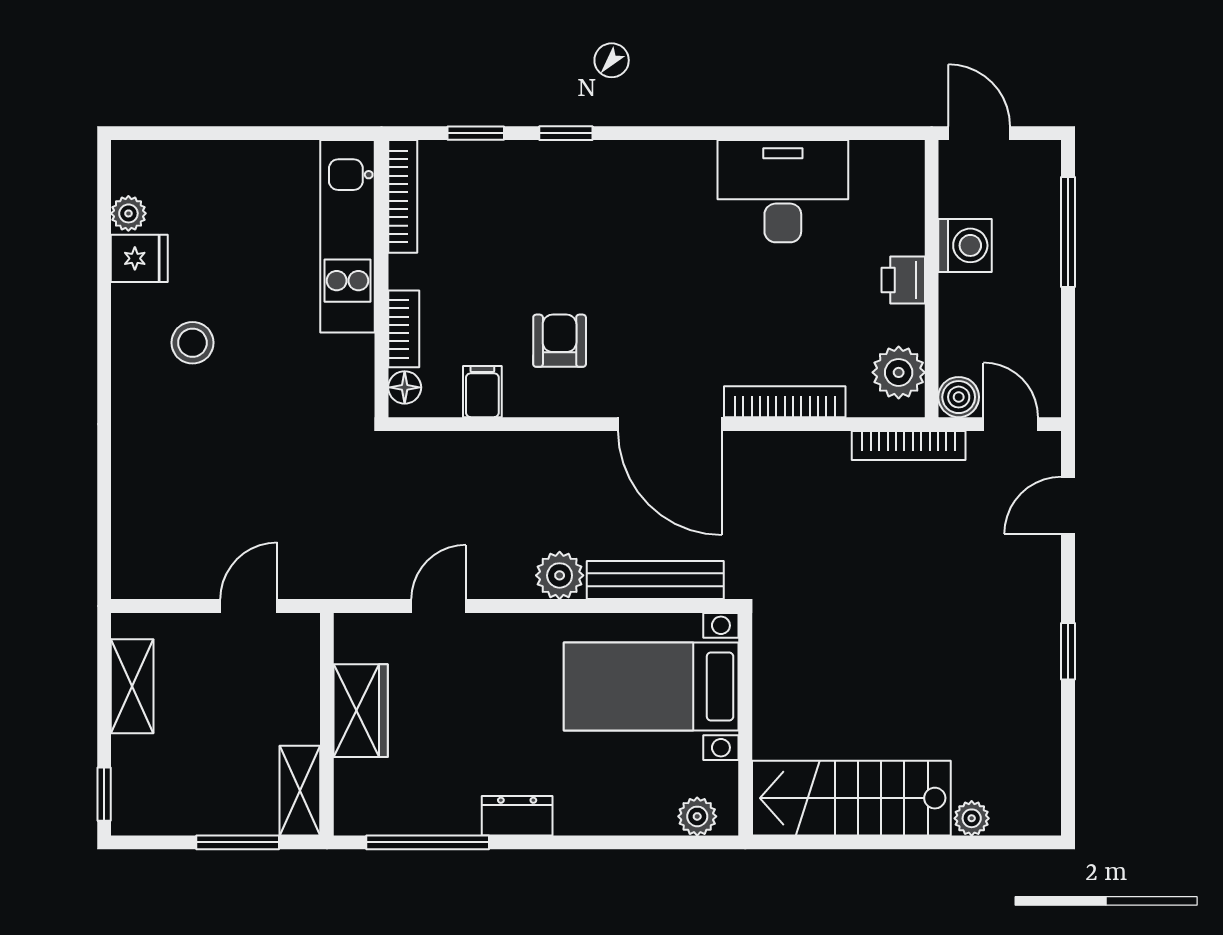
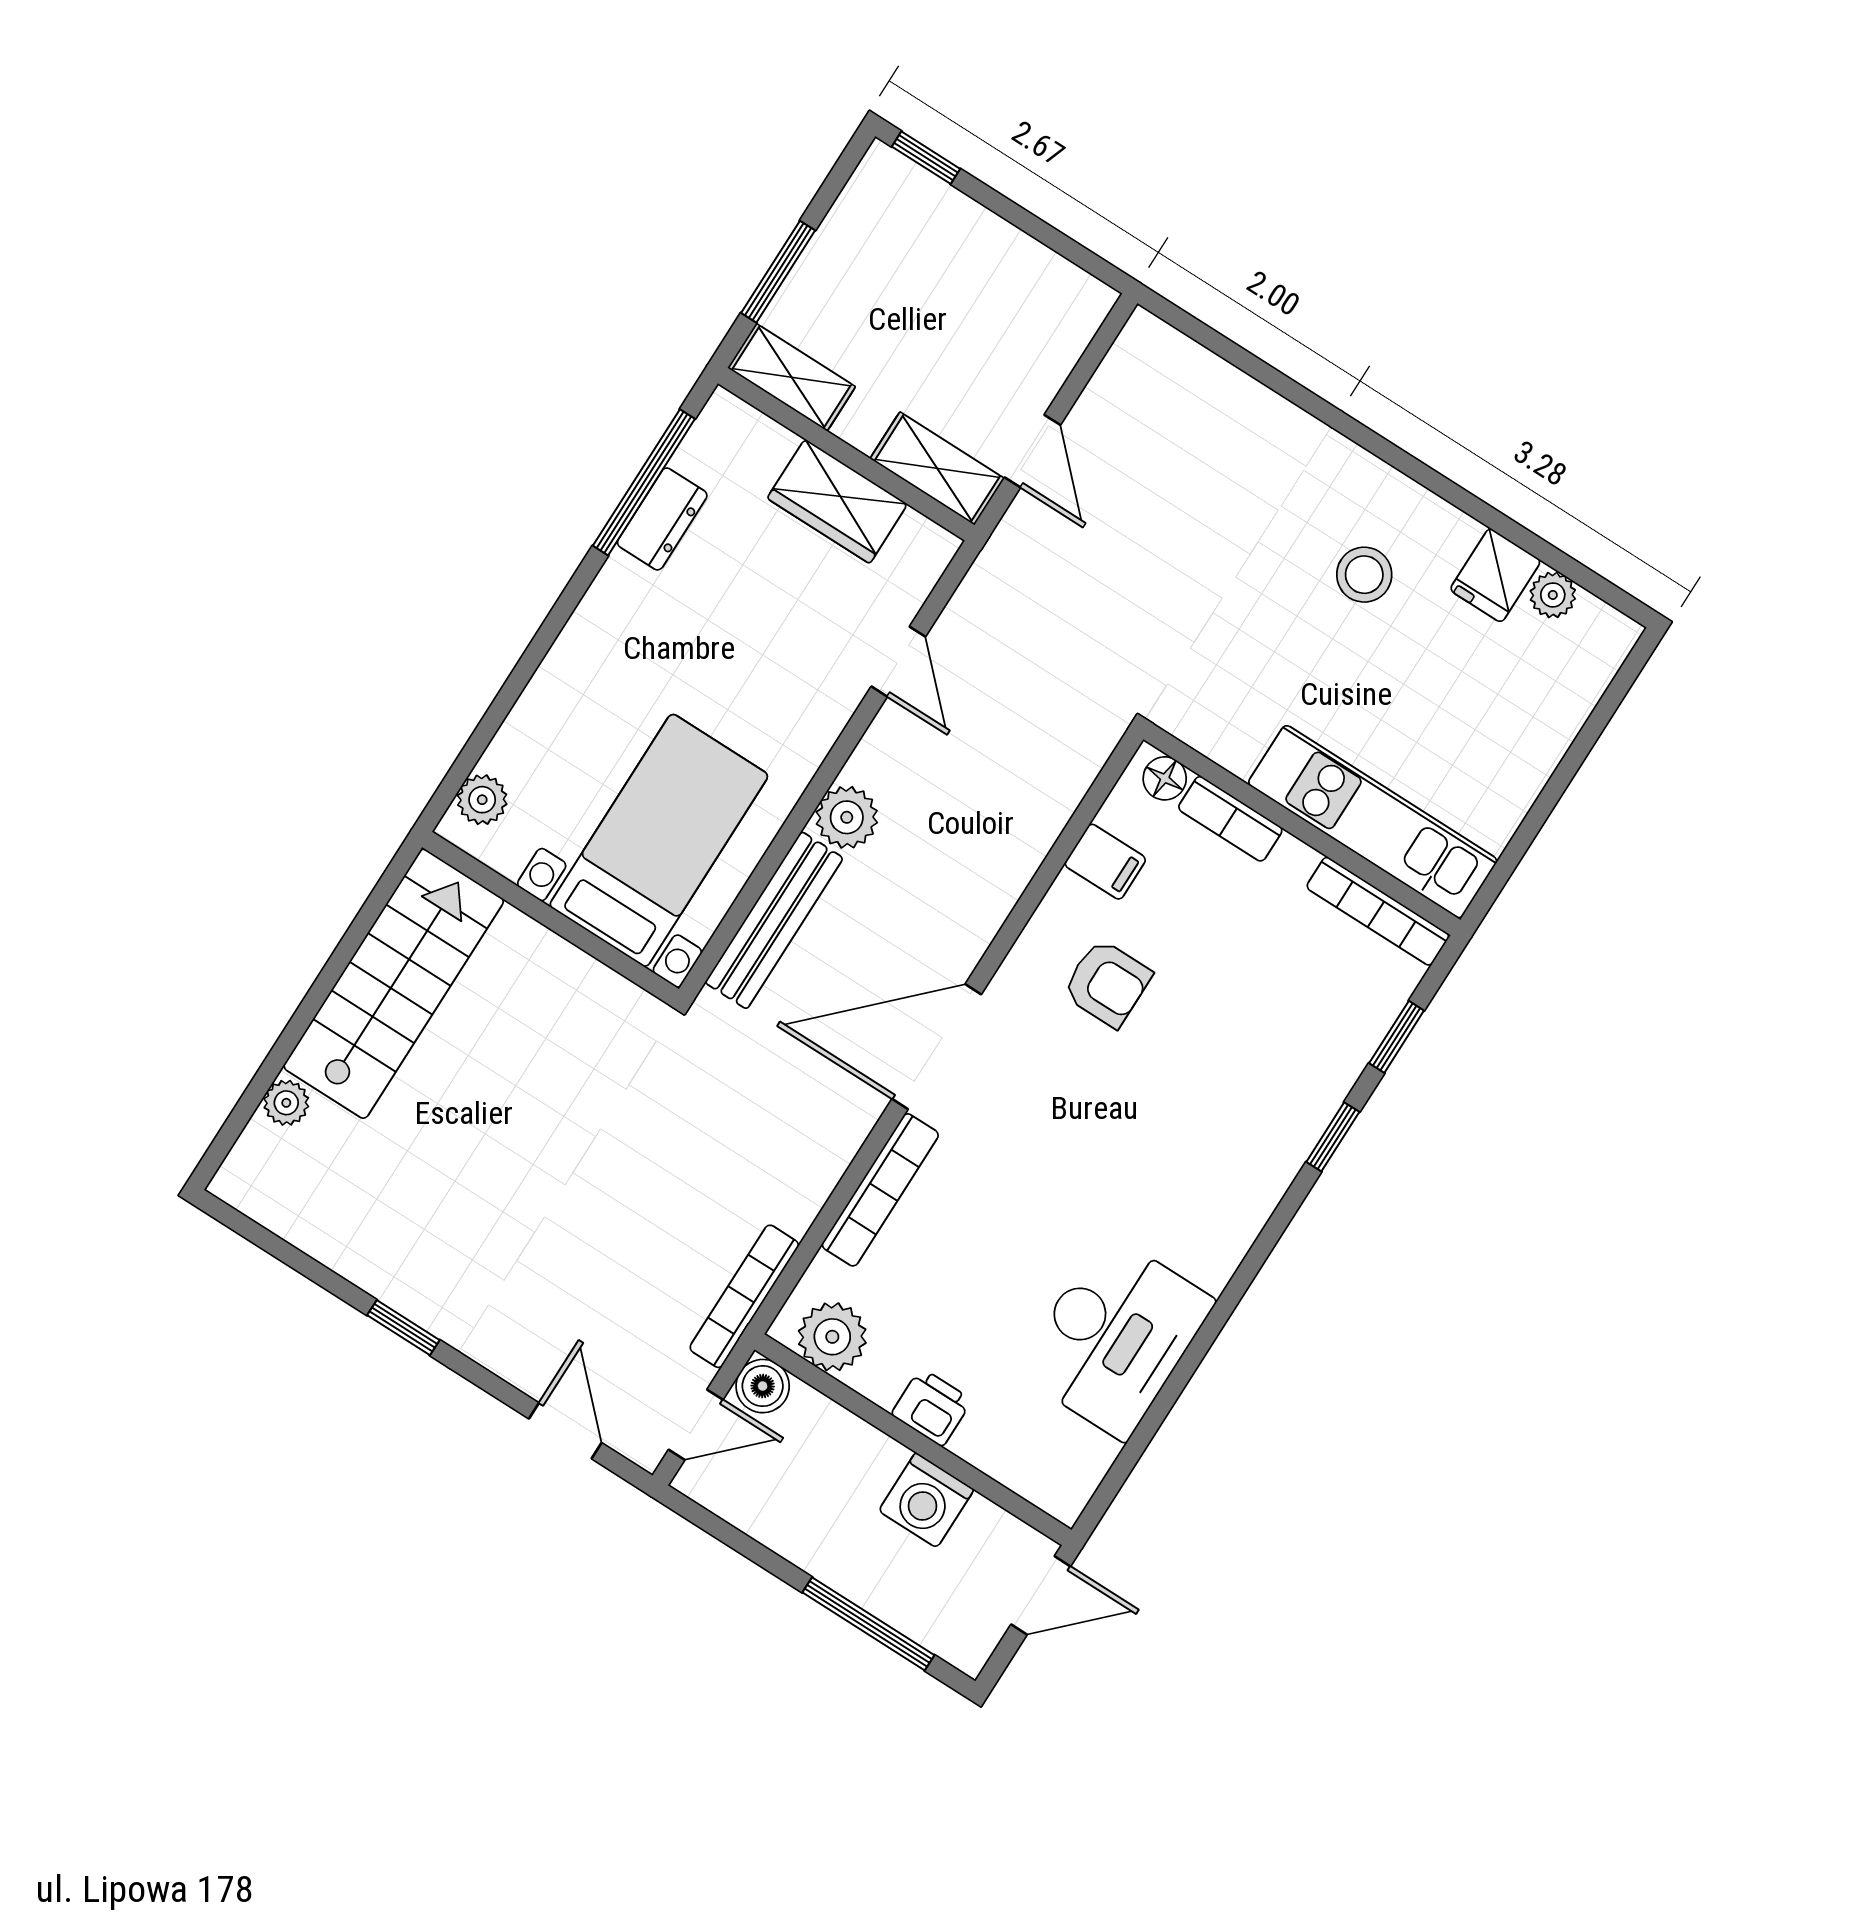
shelving: (132, 686) -> (937, 468), moved
dresser: (517, 816) -> (662, 519), moved

